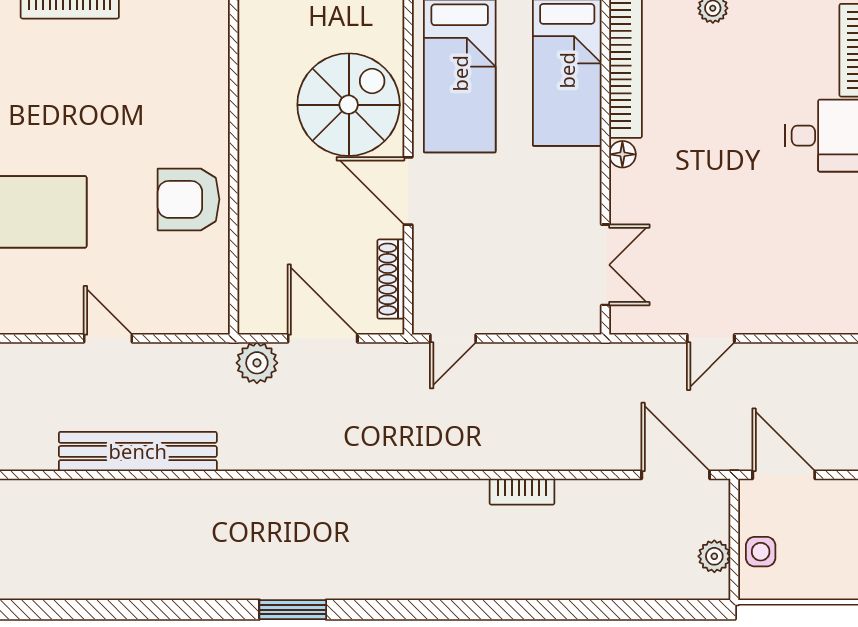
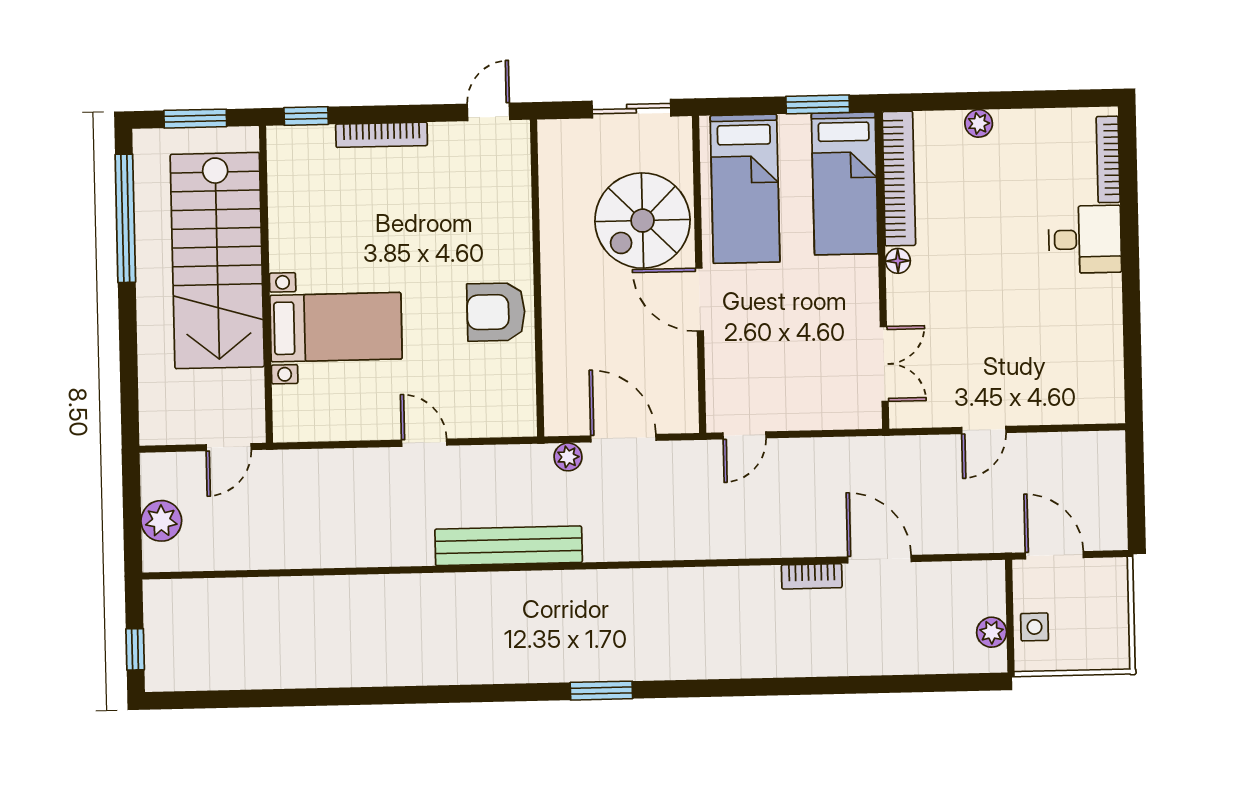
spiral stairs: (349, 105) -> (643, 221), turned 180
shoe rack: (391, 279) -> (685, 382), removed
plant: (257, 363) -> (568, 457), width x0.73, depth x0.73
bench: (138, 451) -> (509, 546), moved
door: (676, 475) -> (879, 559), moved

